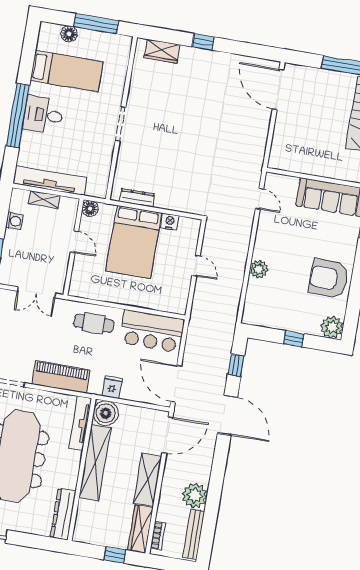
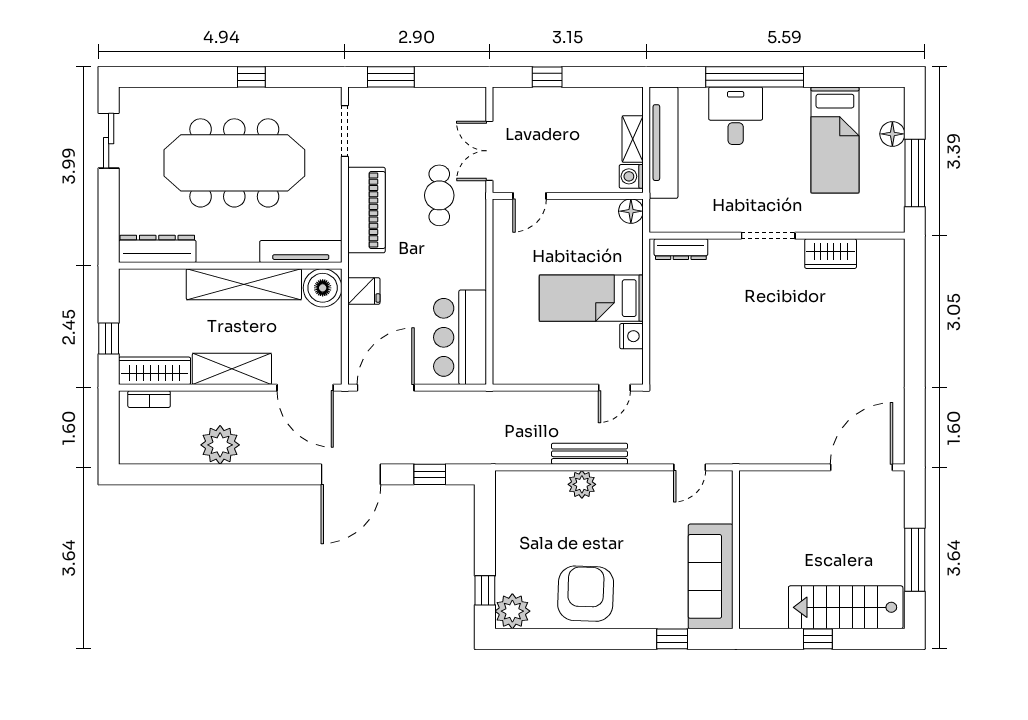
window: (203, 42) -> (915, 341), removed
wardrobe: (162, 51) -> (831, 254), moved, turned -90
desk: (43, 115) -> (736, 116), moved
dresser: (137, 198) -> (681, 249), moved, turned 90
washing machine: (14, 221) -> (631, 176), moved, turned 90
door: (74, 242) -> (530, 196), moved
bed: (134, 242) -> (591, 298), width x0.67
door: (196, 266) -> (614, 388), moved
cafe table: (94, 323) -> (439, 195), moved
window: (294, 339) -> (485, 590), moved
bench: (194, 534) -> (590, 454), moved

